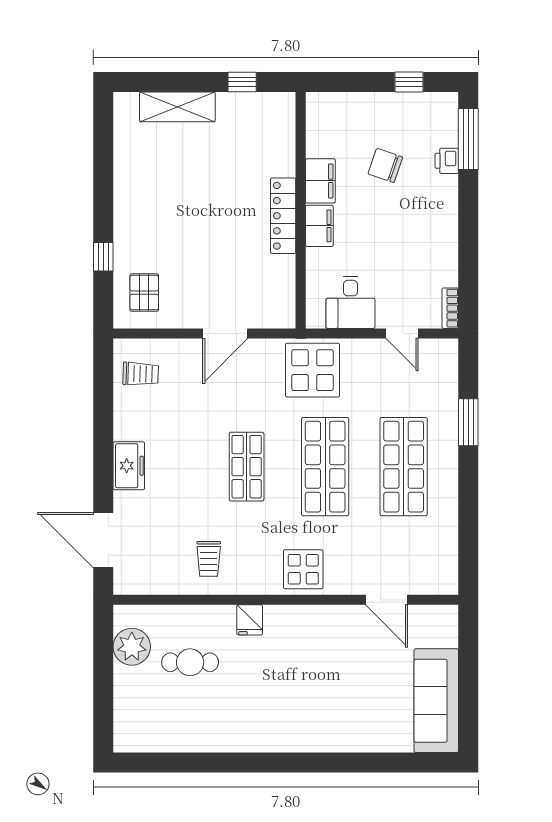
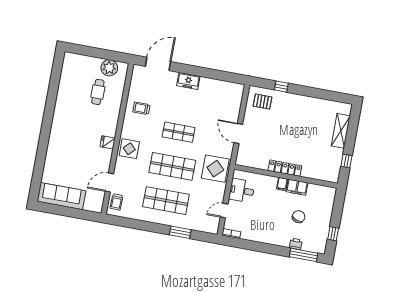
filing cabinet: (319, 226) -> (282, 184), width x0.50
trolley: (141, 374) -> (117, 202), moved
fridge: (250, 620) -> (108, 142), moved

